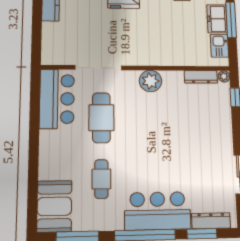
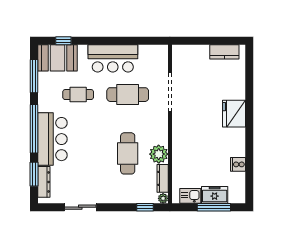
plant: (151, 81) -> (159, 154), moved
bar counter: (57, 99) -> (113, 58), moved
cafe table: (173, 118) -> (128, 153), added
window: (32, 199) -> (63, 41), added

